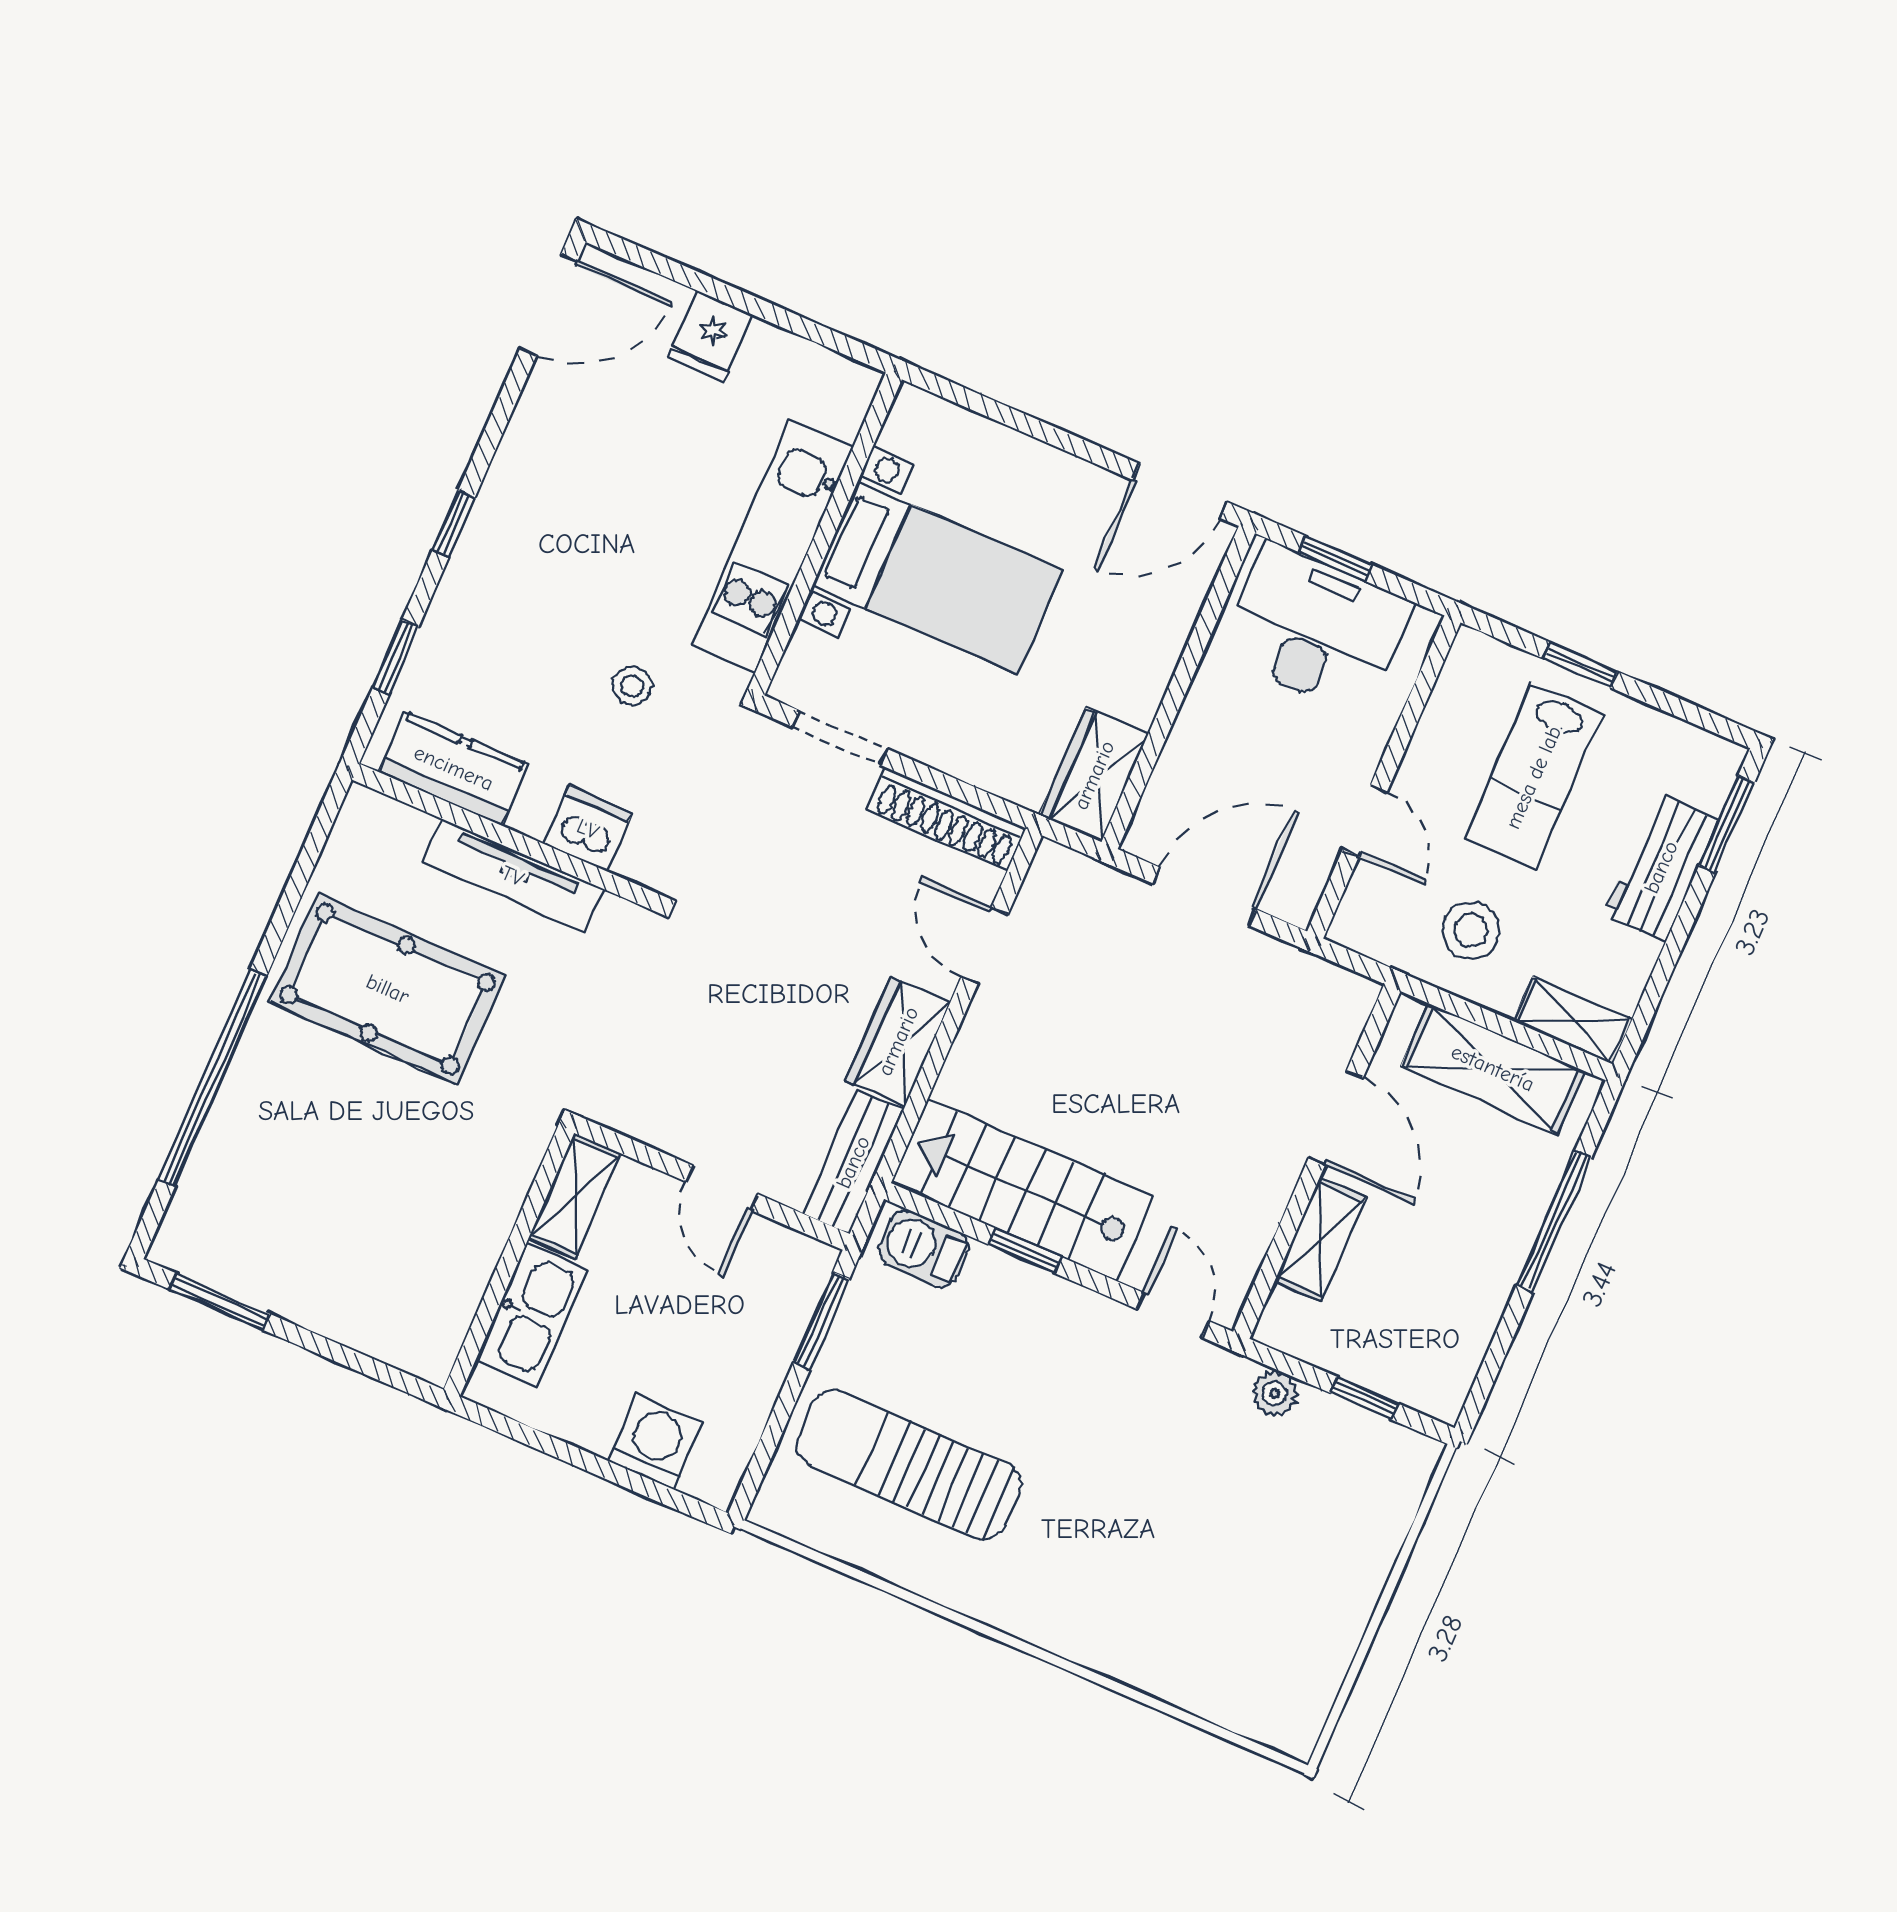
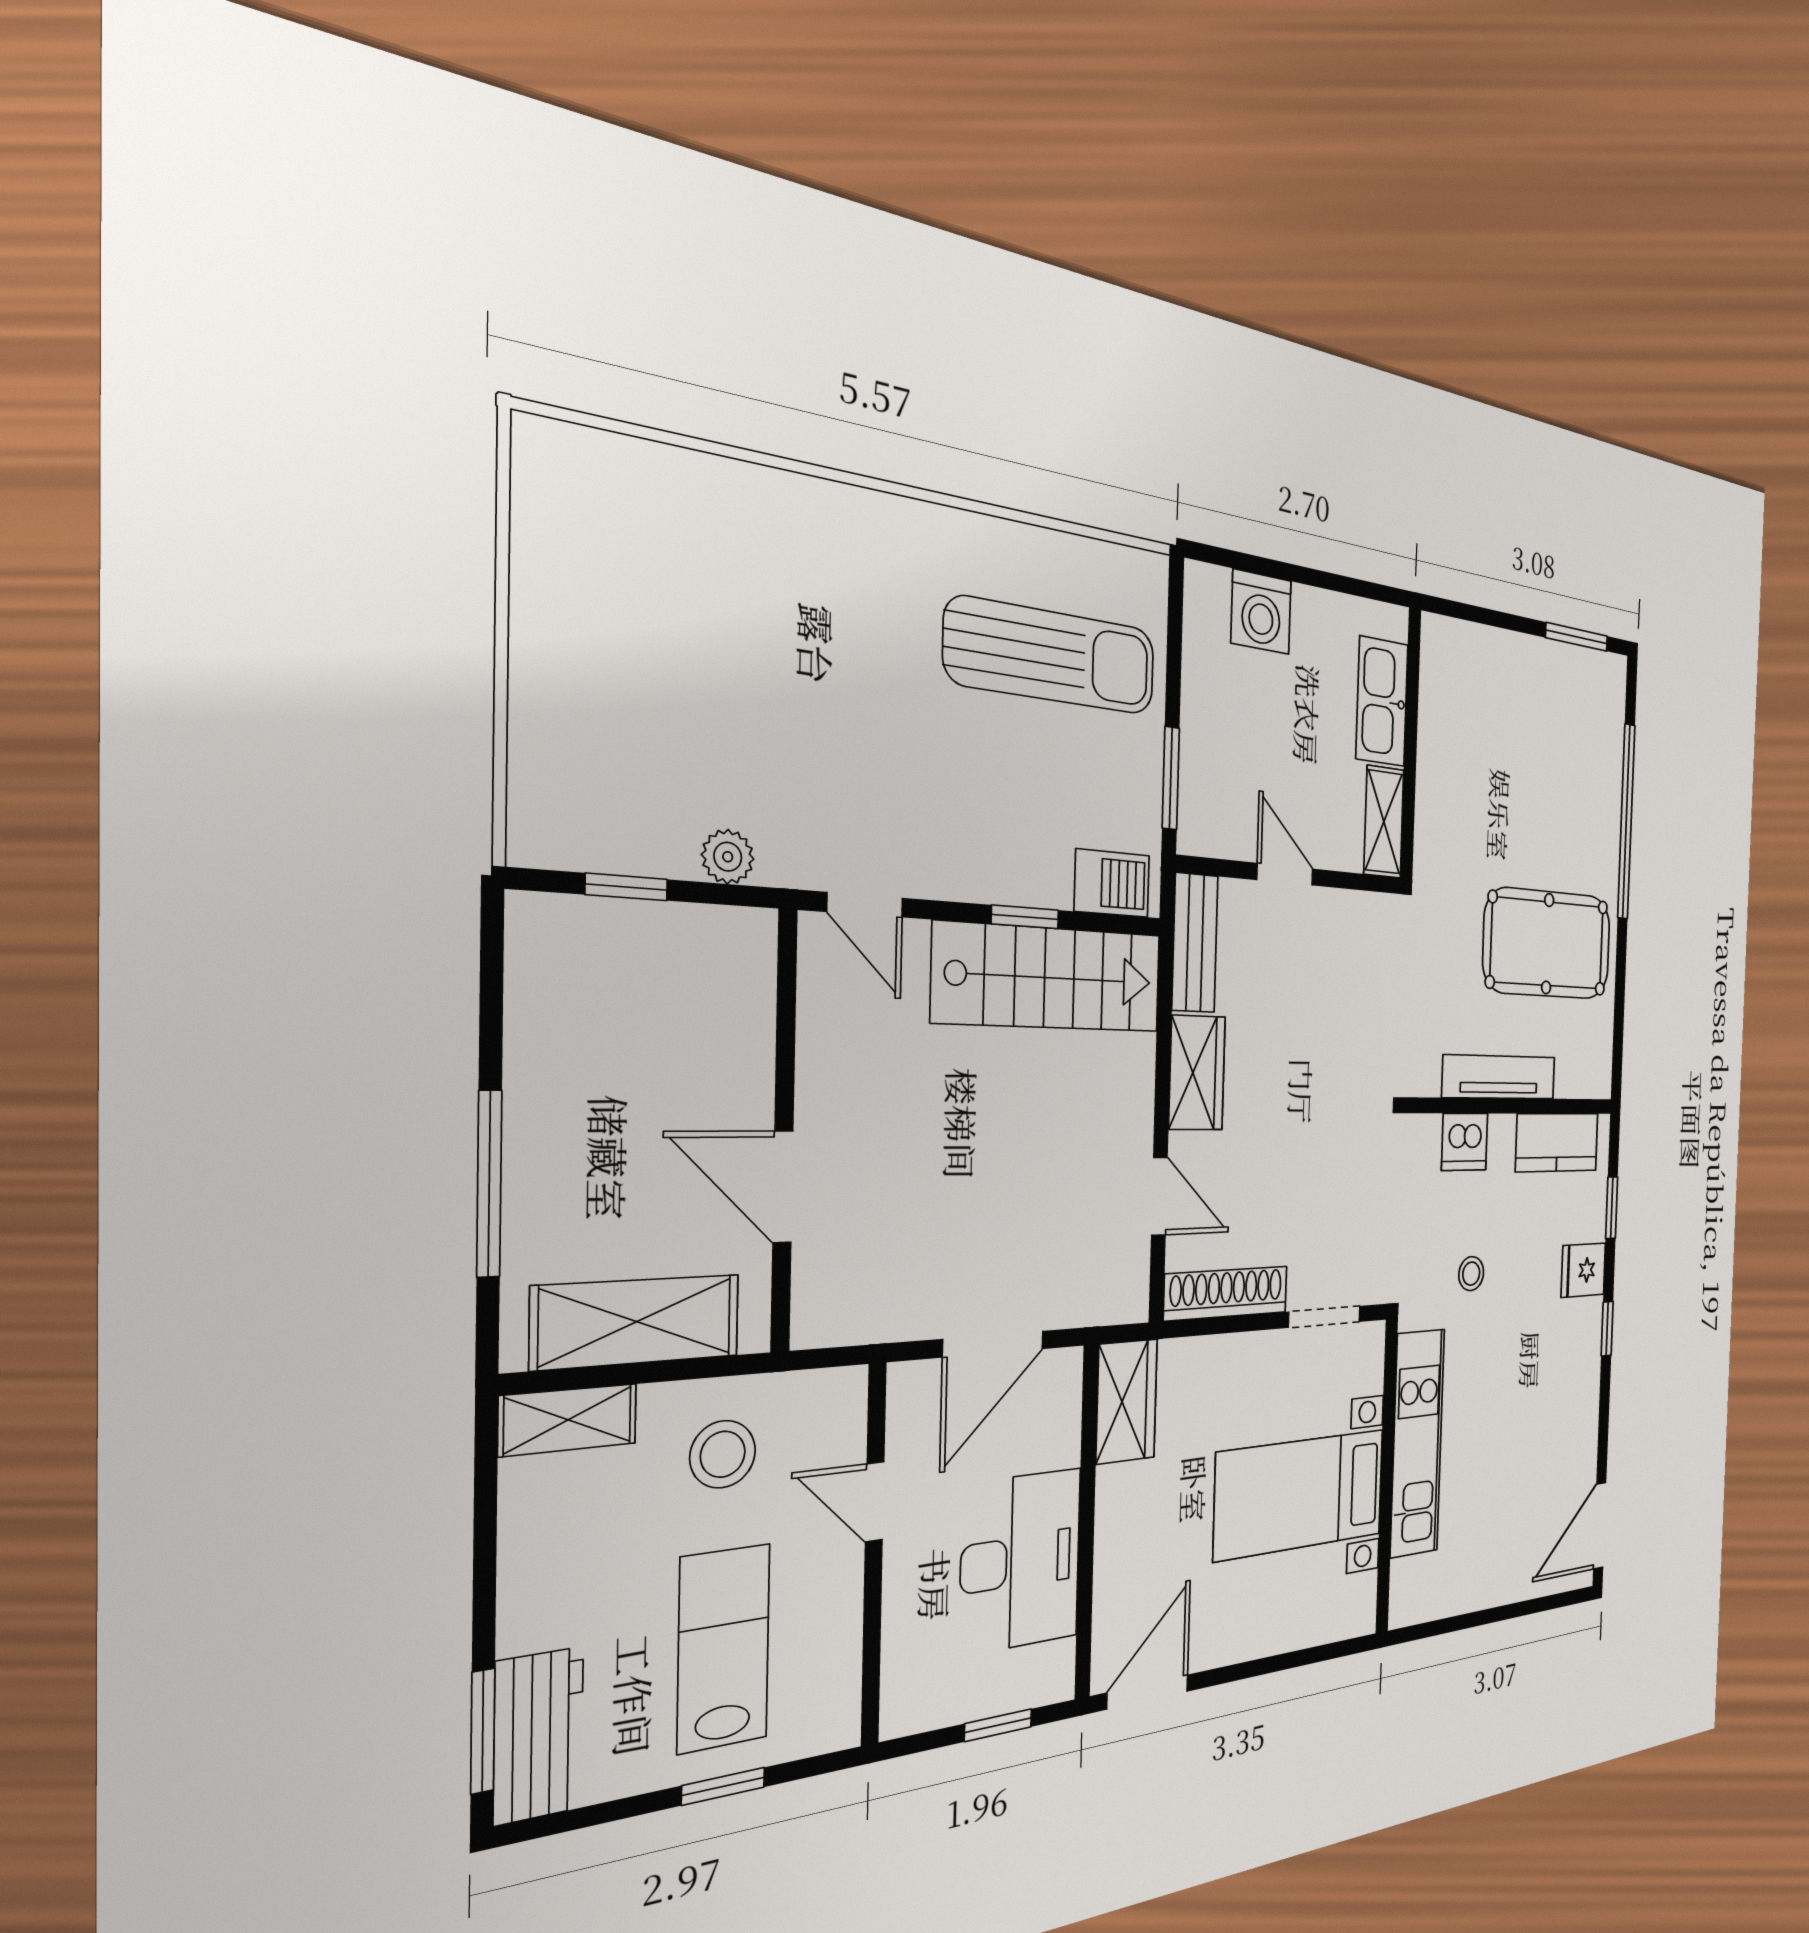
fridge: (711, 336) -> (1583, 1270), moved, turned -90
desk: (1315, 629) -> (1021, 1561), moved, turned -90
workbench: (1661, 867) -> (539, 1736), moved
shelving: (1320, 1239) -> (747, 1049), removed

